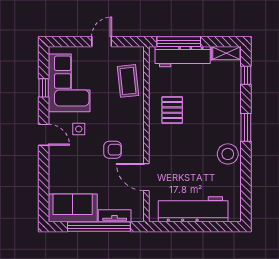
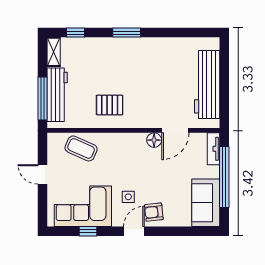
coffee table: (128, 81) -> (81, 148), turned 30
armchair: (113, 150) -> (154, 212), moved, turned -96
stool: (228, 154) -> (153, 50), removed
floor lamp: (137, 155) -> (154, 140), added
tv unit: (115, 216) -> (213, 149), moved

